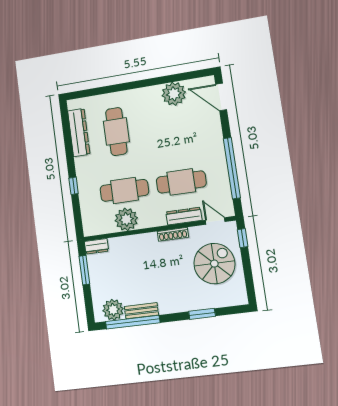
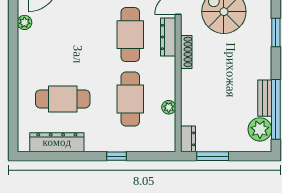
plant: (174, 94) -> (24, 22), width x0.53, depth x0.53
plant: (126, 219) -> (169, 107), width x0.53, depth x0.53

